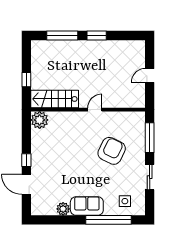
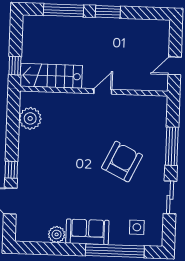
stairs: (55, 99) -> (51, 76), moved
wall: (88, 110) -> (94, 91), moved
door: (95, 110) -> (103, 91), moved

